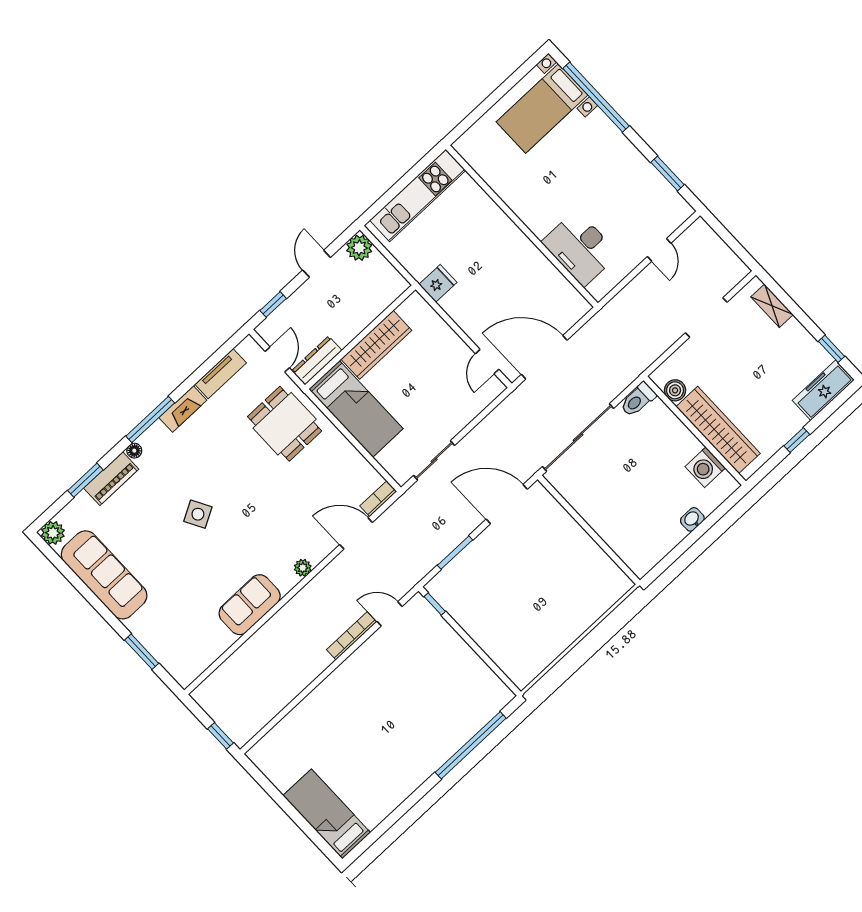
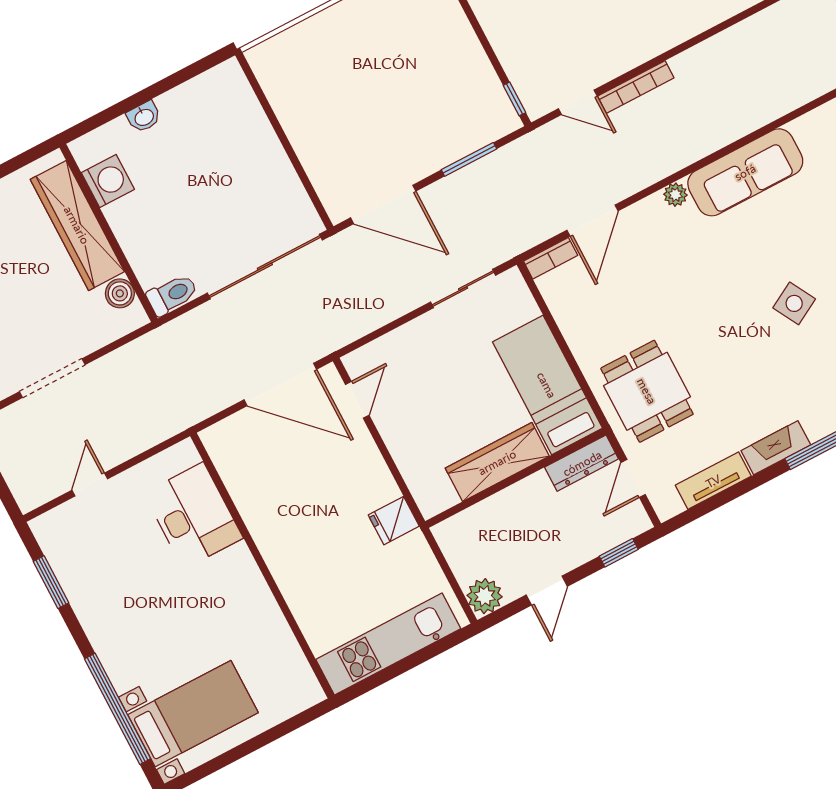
door: (356, 533) -> (593, 221), hinge flipped
sofa: (250, 605) -> (745, 172), width x1.36

